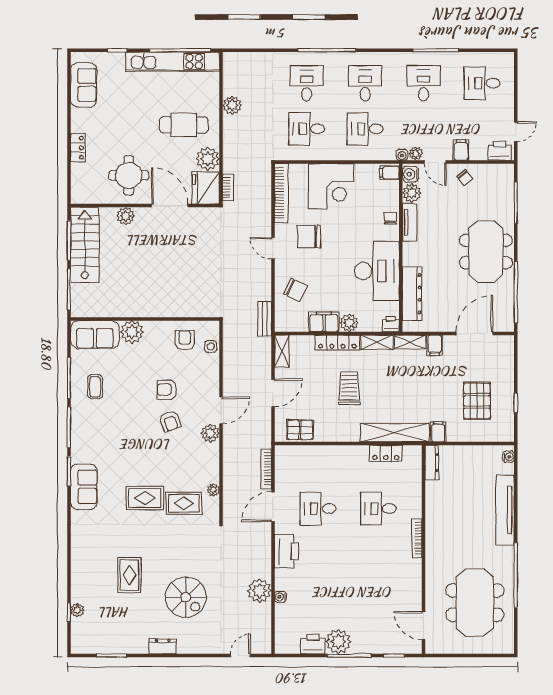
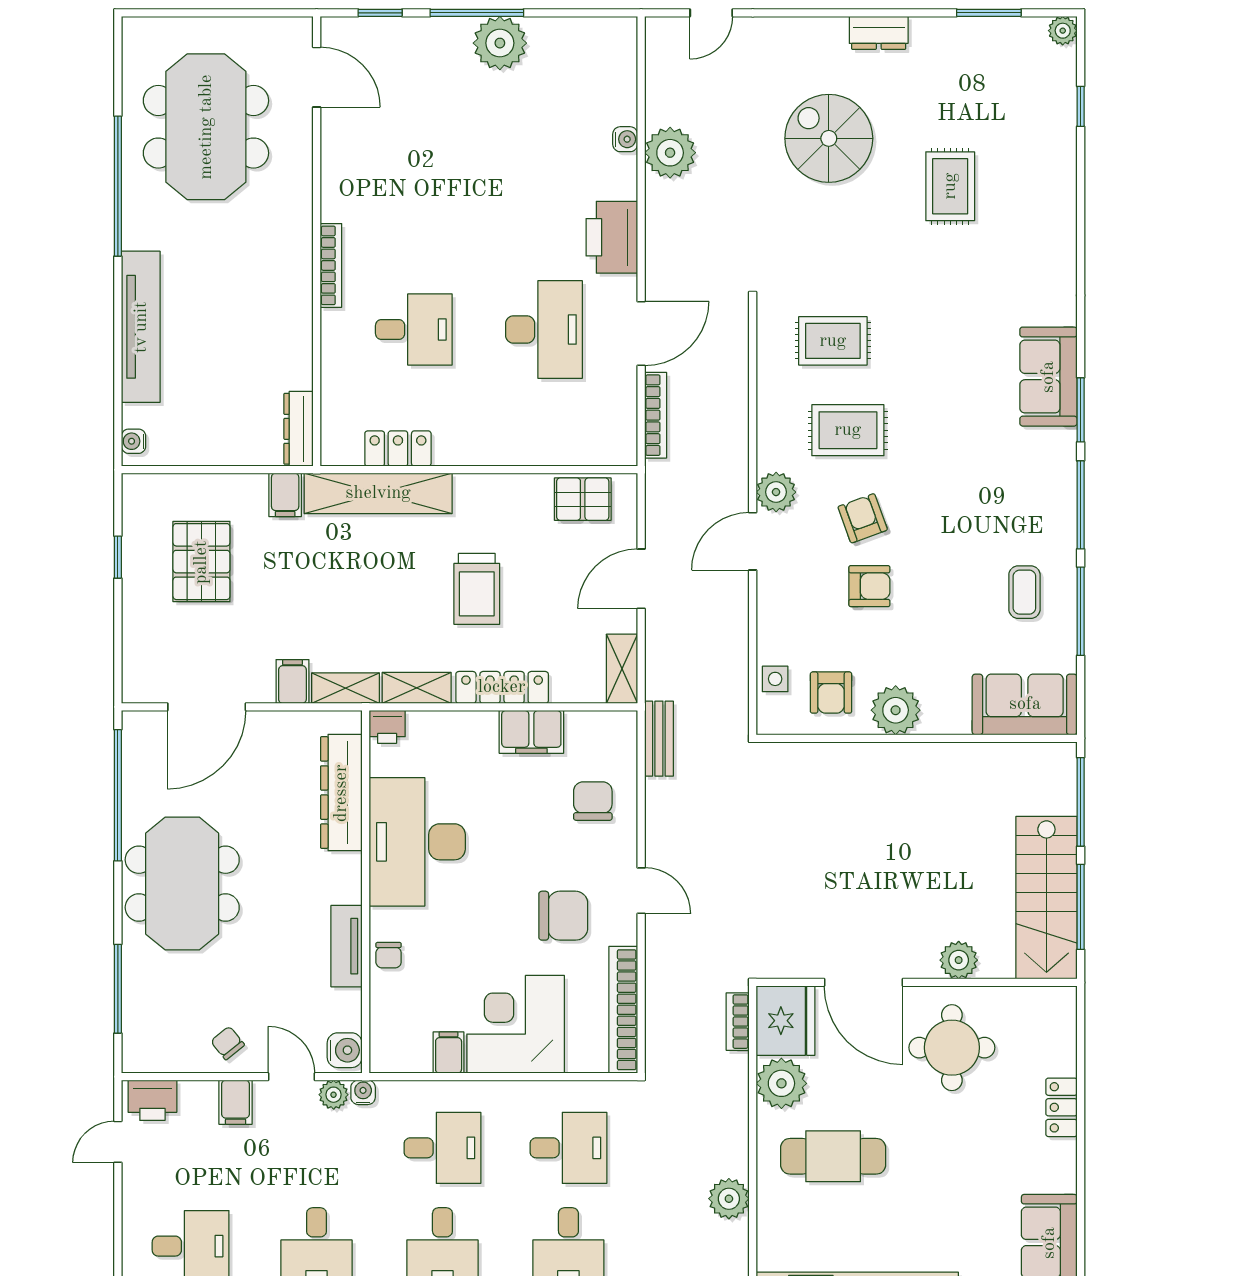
filing cabinet: (390, 173) -> (449, 1053), moved, turned -90
plant: (412, 193) -> (342, 1010), removed
chair: (295, 290) -> (593, 801), turned 64
plant: (349, 323) -> (477, 730), removed
plant: (132, 332) -> (896, 710), moved
plant: (213, 490) -> (769, 370), removed
rug: (145, 498) -> (848, 430), moved
desk: (318, 509) -> (544, 330), width x1.37
plant: (77, 610) -> (1063, 31), moved
printer: (313, 644) -> (555, 37), removed

